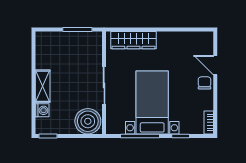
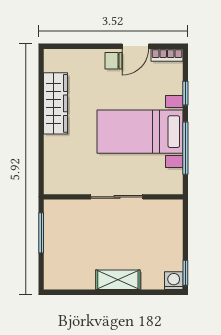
wardrobe: (133, 40) -> (56, 103), moved
door: (215, 65) -> (135, 46), moved
washing machine: (42, 110) -> (174, 281), moved
boiler: (88, 121) -> (165, 219), removed

